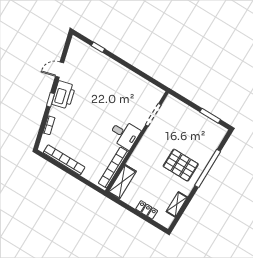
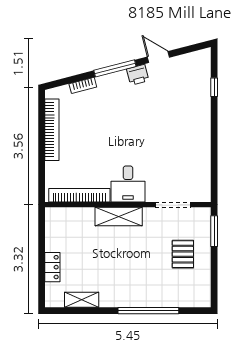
printer: (64, 95) -> (138, 75), width x0.53, depth x0.68
window: (50, 100) -> (115, 68), width x2.17
window: (210, 116) -> (214, 231), moved
pallet: (181, 165) -> (183, 254), moved, width x0.67, depth x0.71
shelving: (122, 182) -> (119, 216), moved

